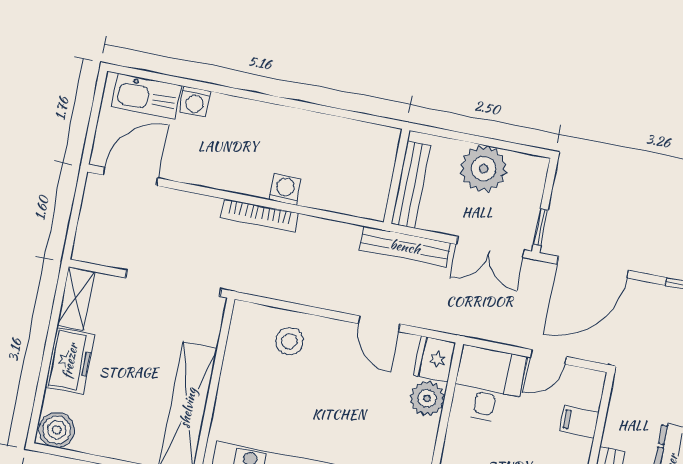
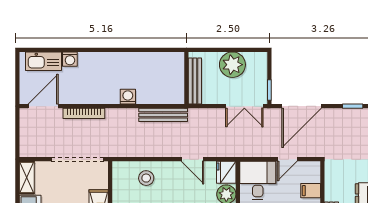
bookcase: (259, 215) -> (84, 113), moved
bench: (405, 247) -> (163, 115), moved

